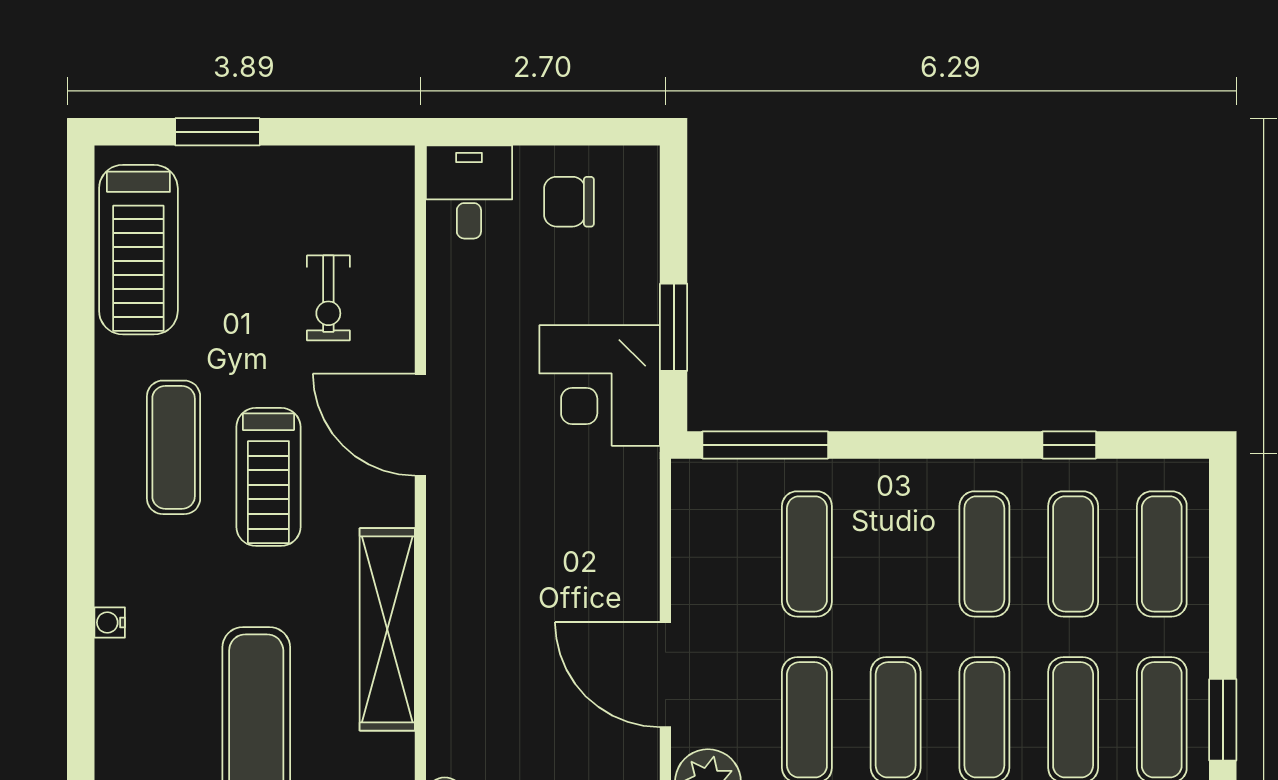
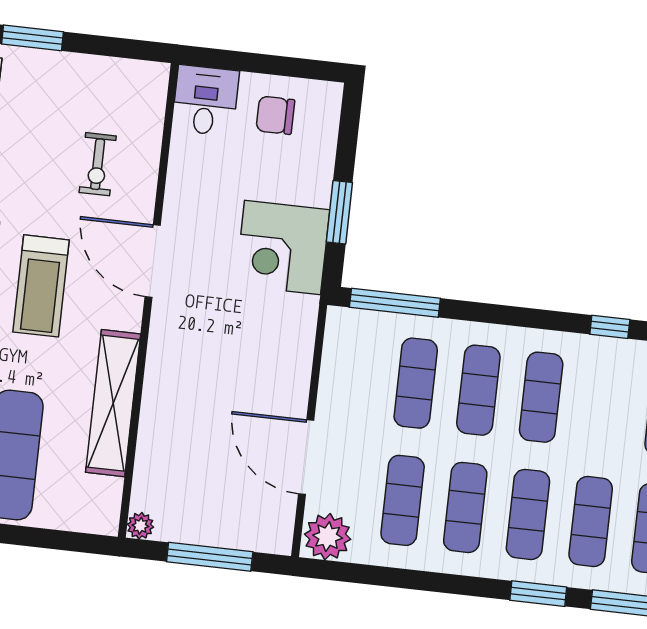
exercise mat: (1073, 554) -> (478, 390), moved

